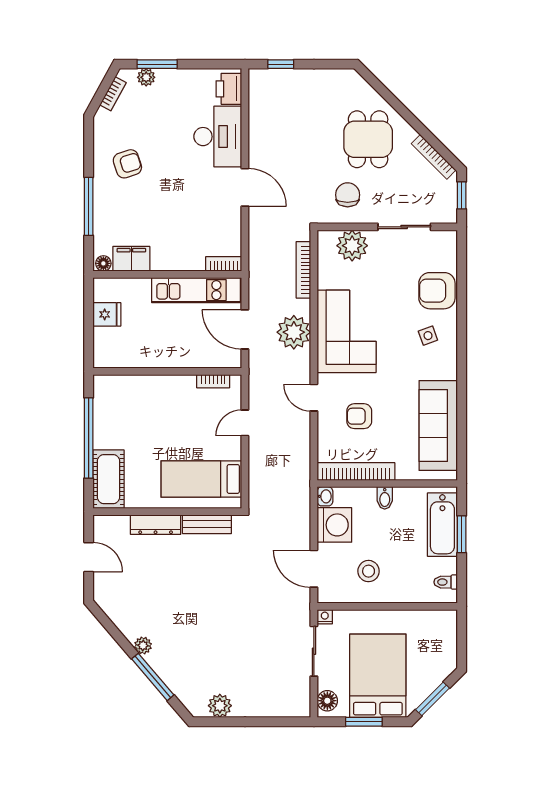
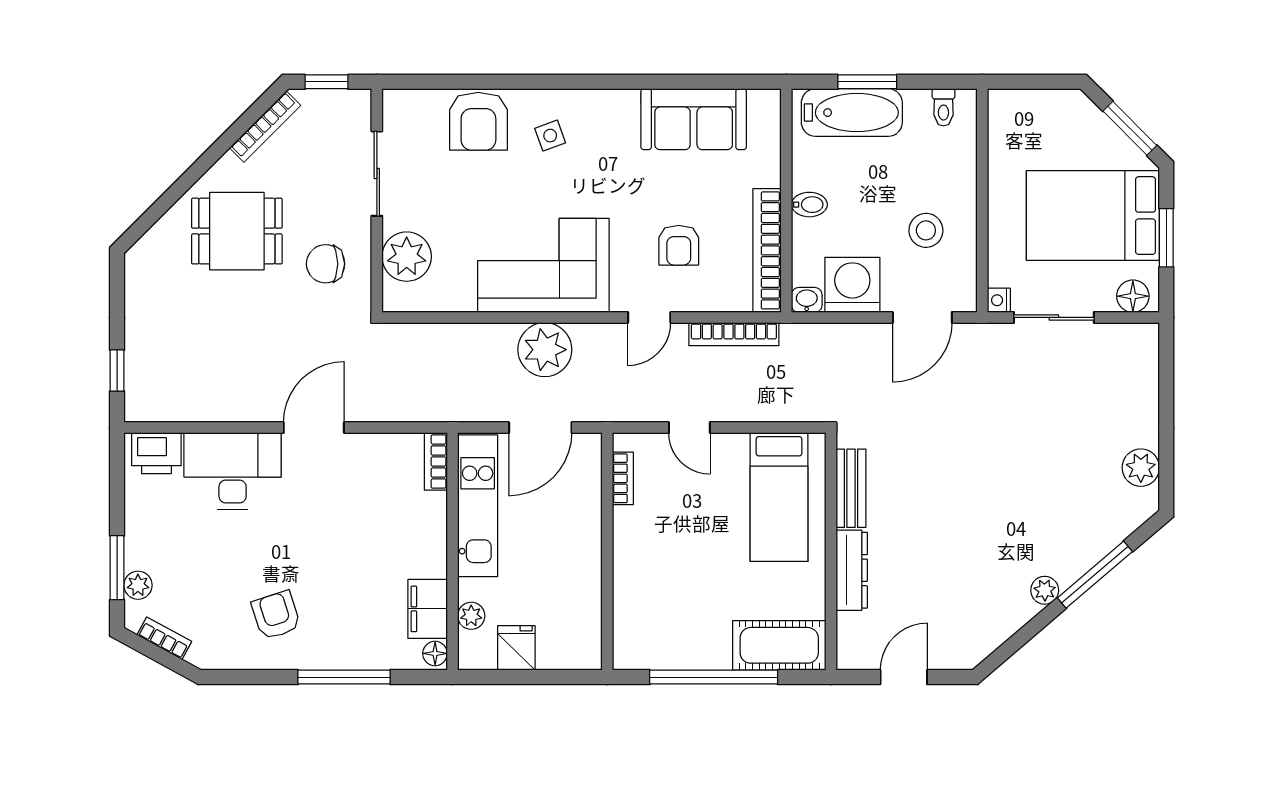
bookcase: (303, 270) -> (734, 334), moved
plant: (127, 286) -> (471, 616), added
sofa: (438, 425) -> (694, 119), width x0.73

